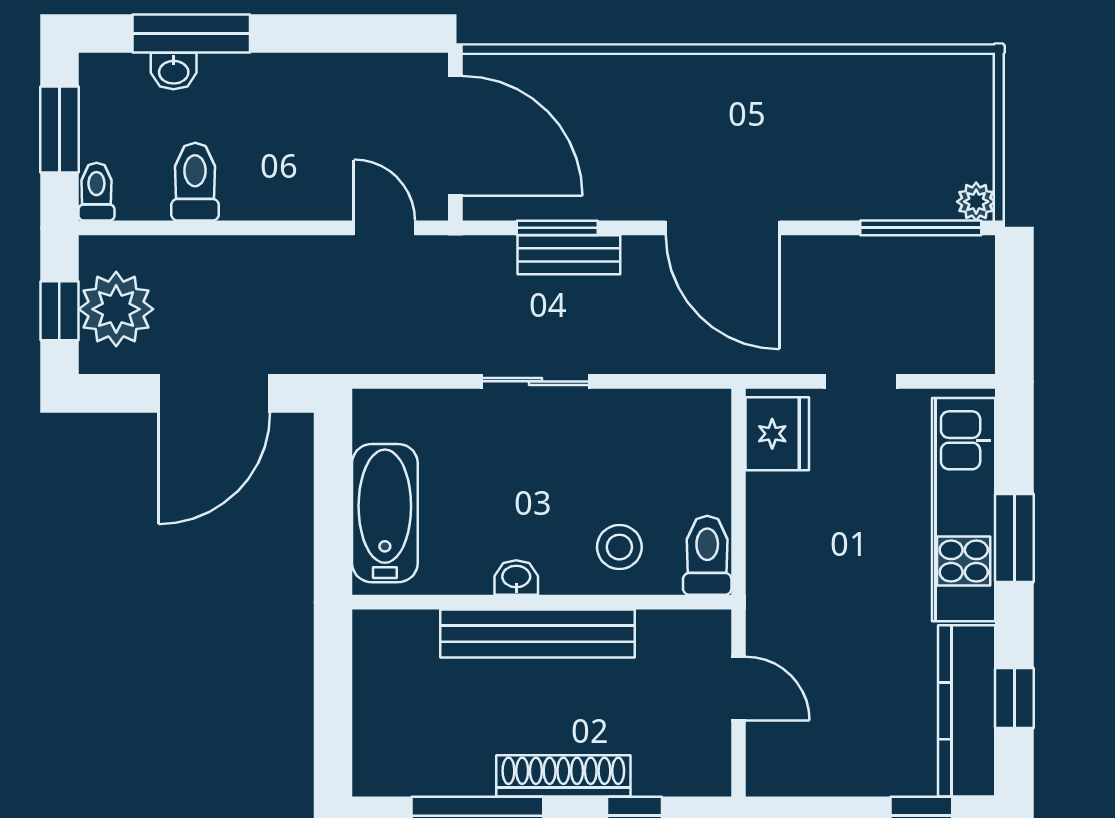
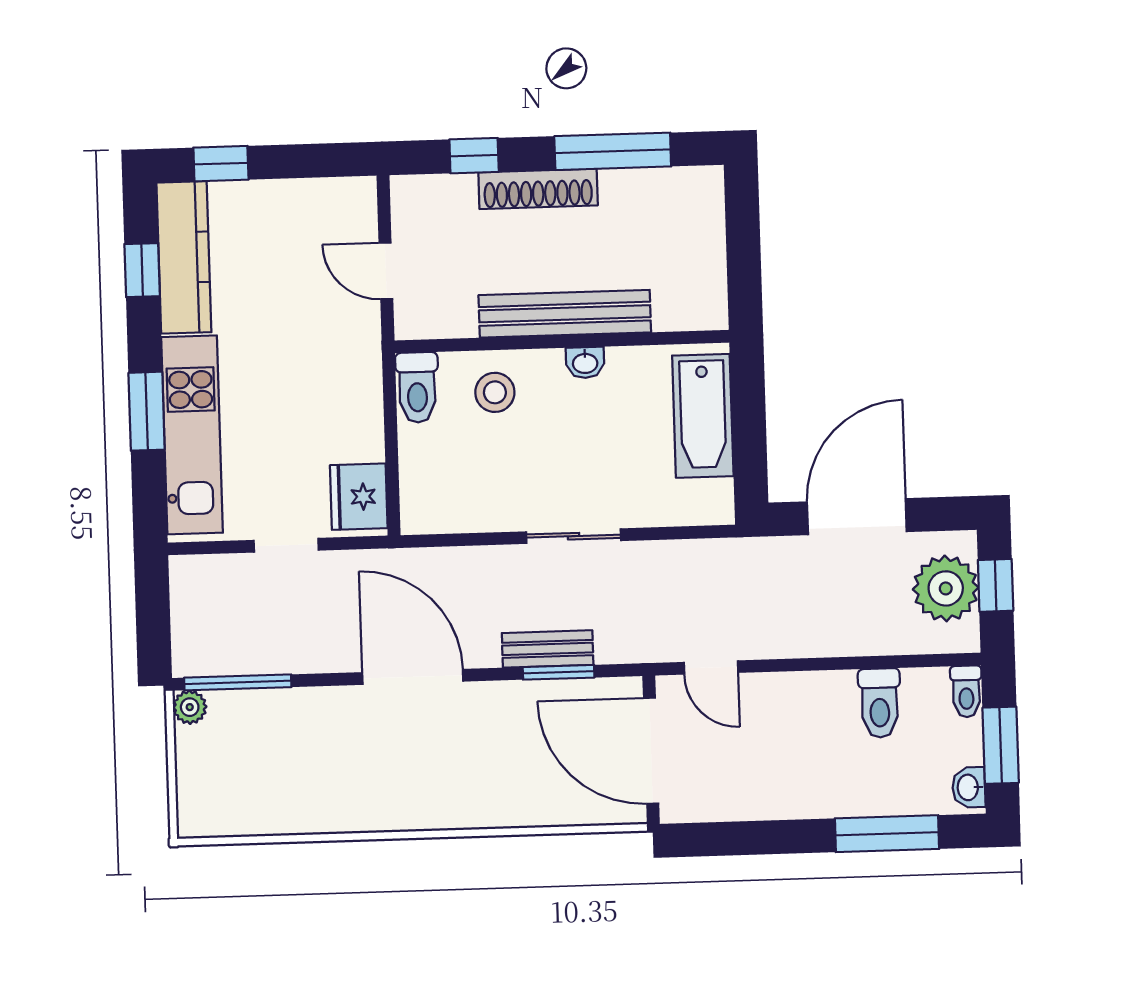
washbasin: (174, 71) -> (969, 787), moved, turned -90

